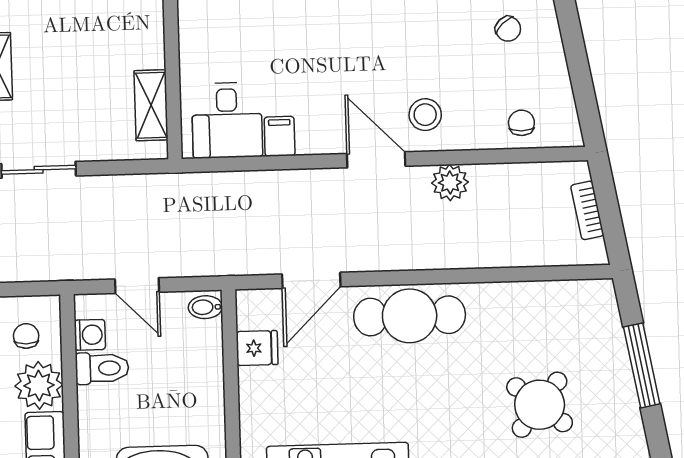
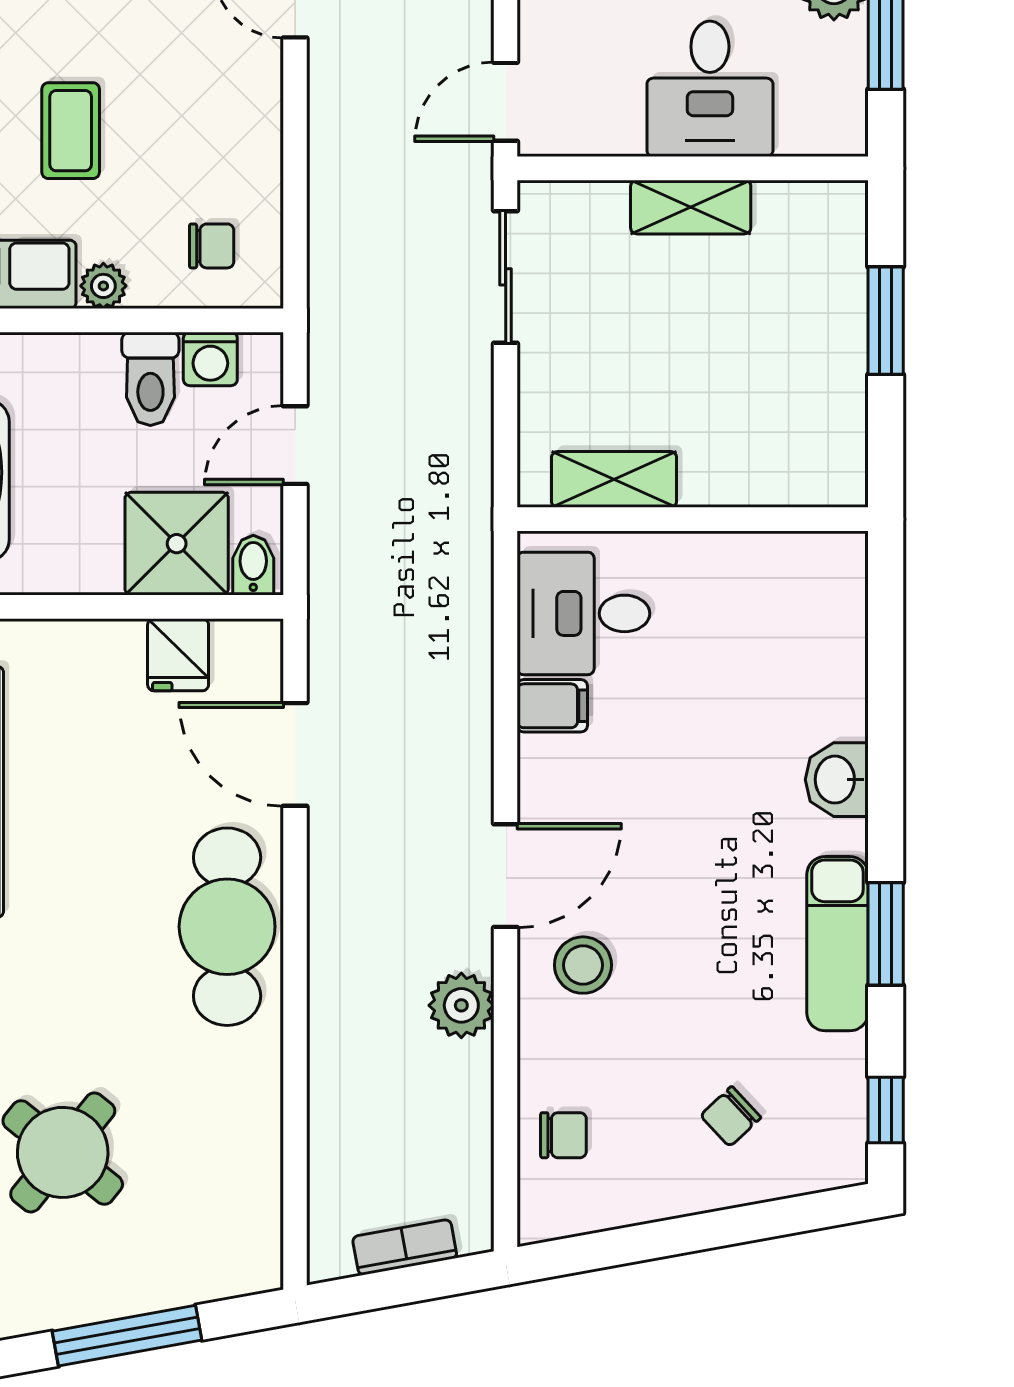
shower: (194, 351) -> (177, 544), added
plant: (39, 385) -> (103, 286), width x0.53, depth x0.53

